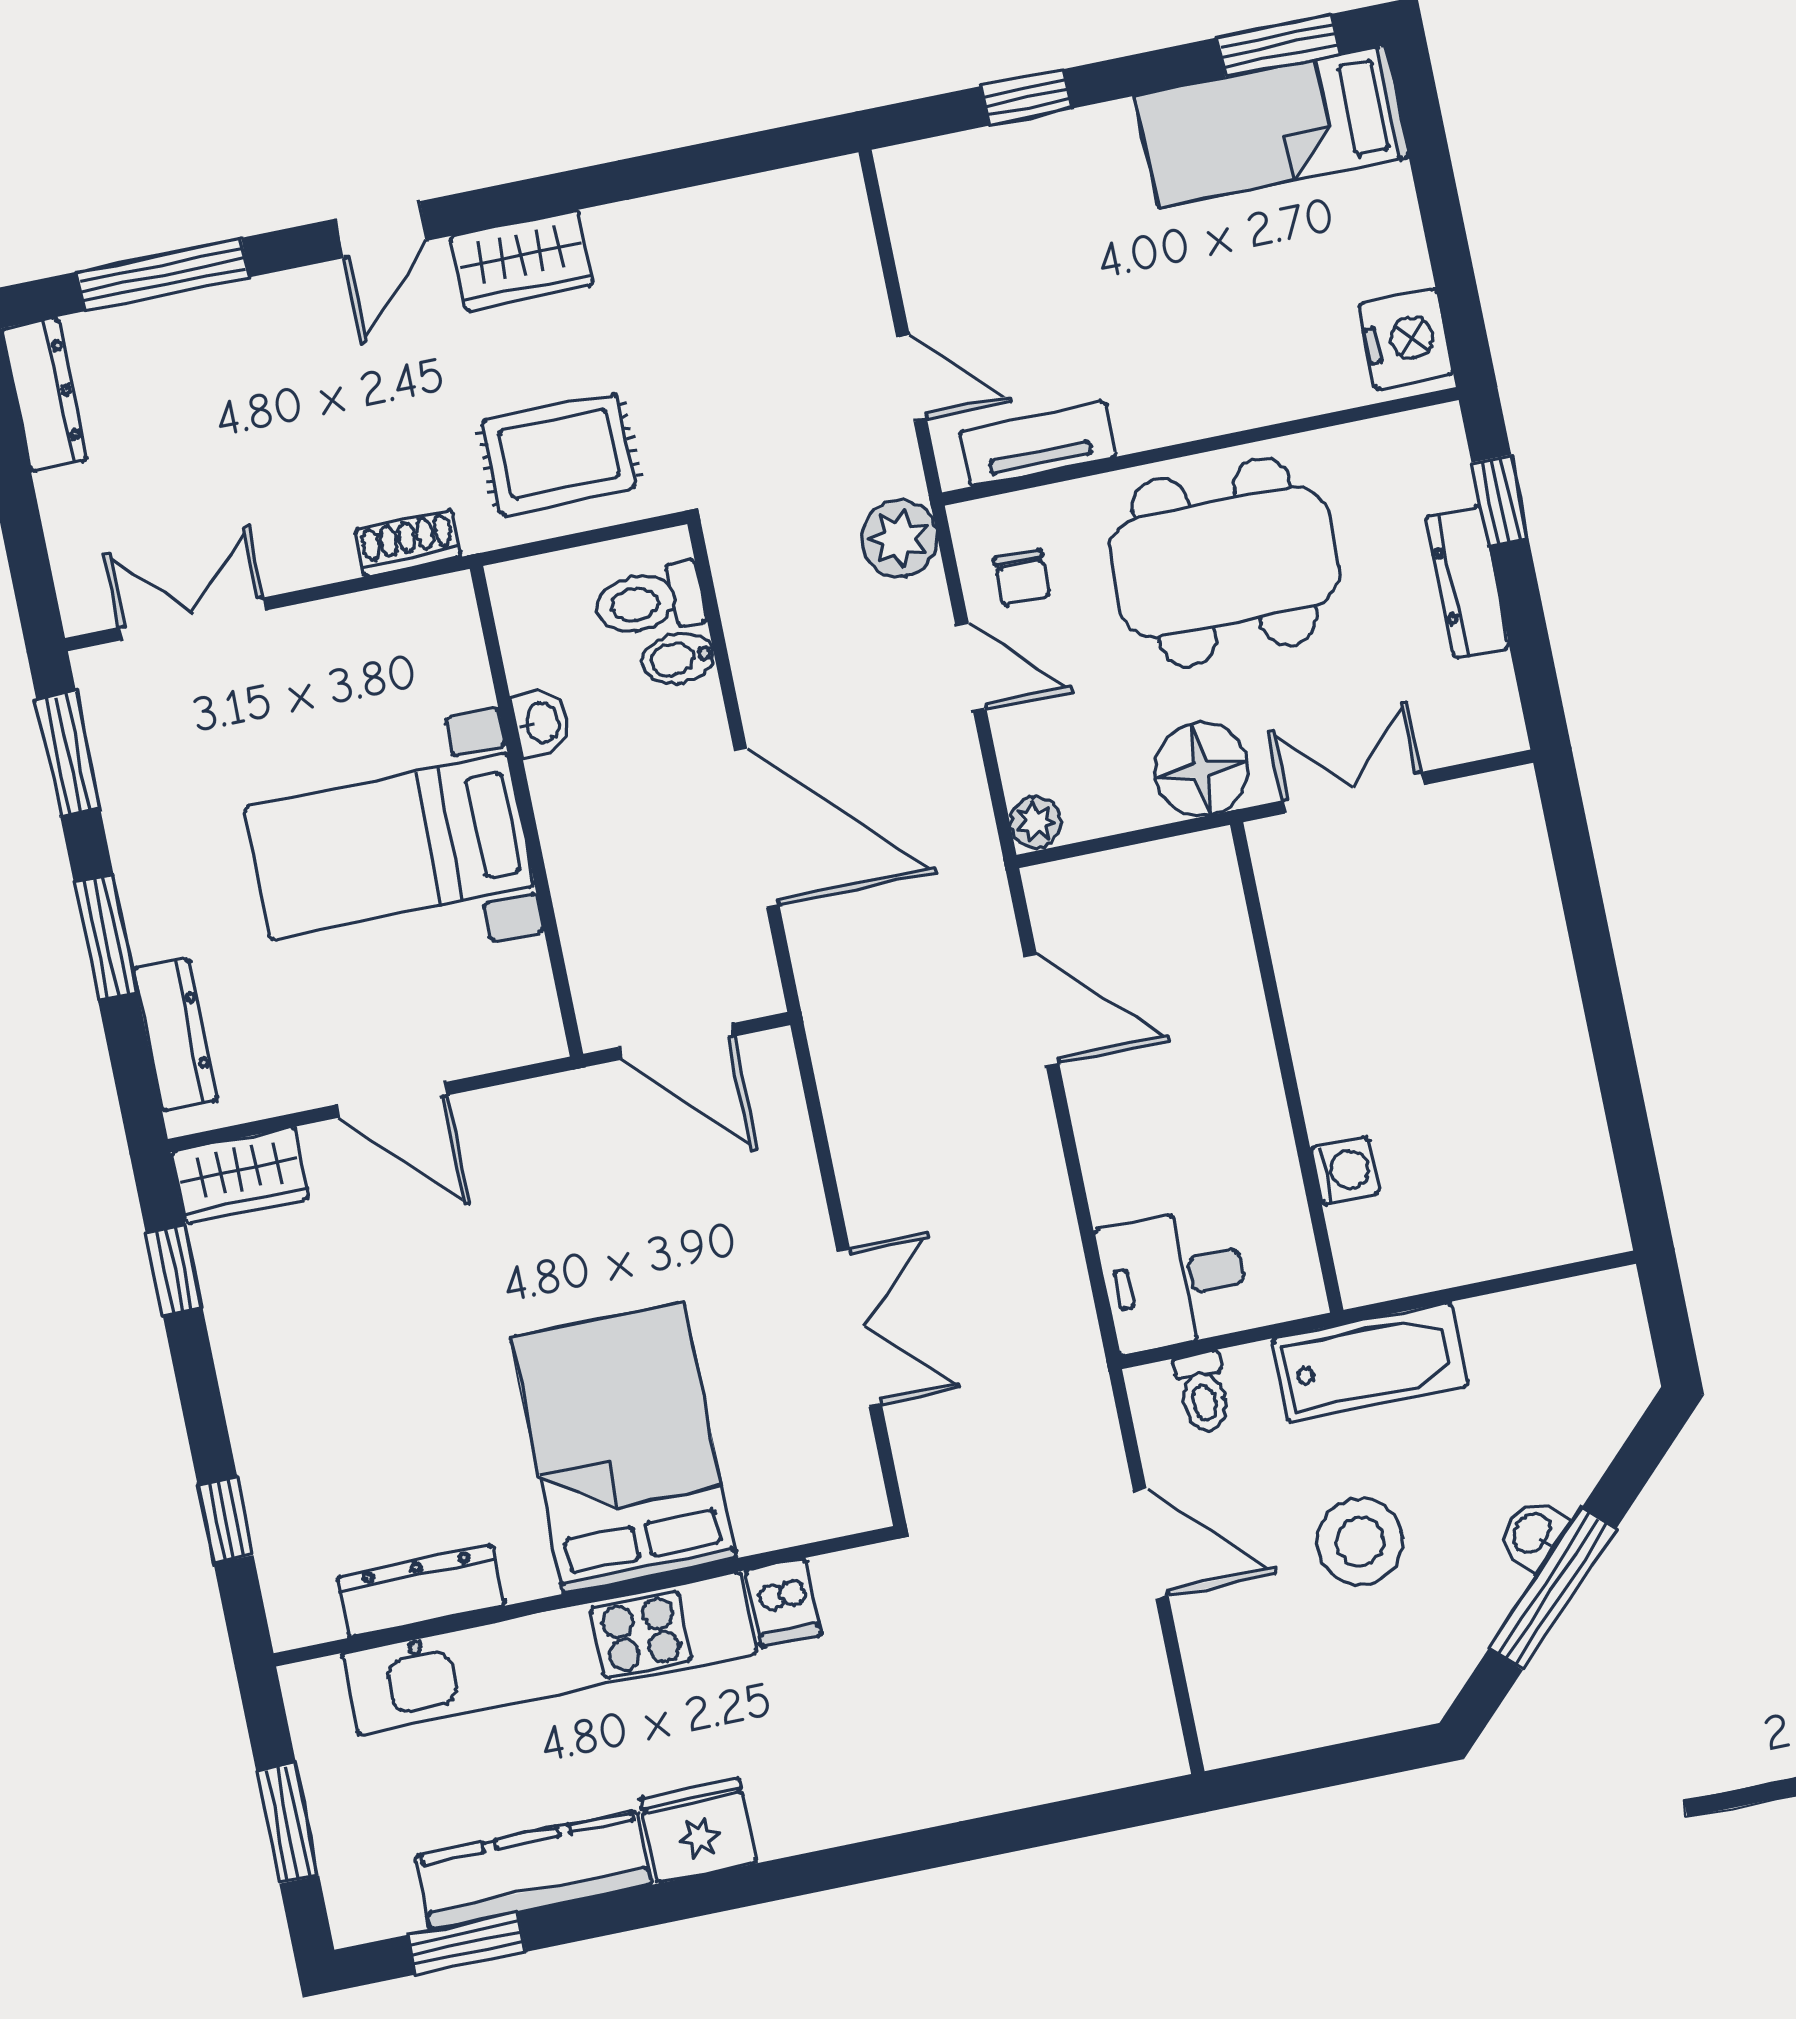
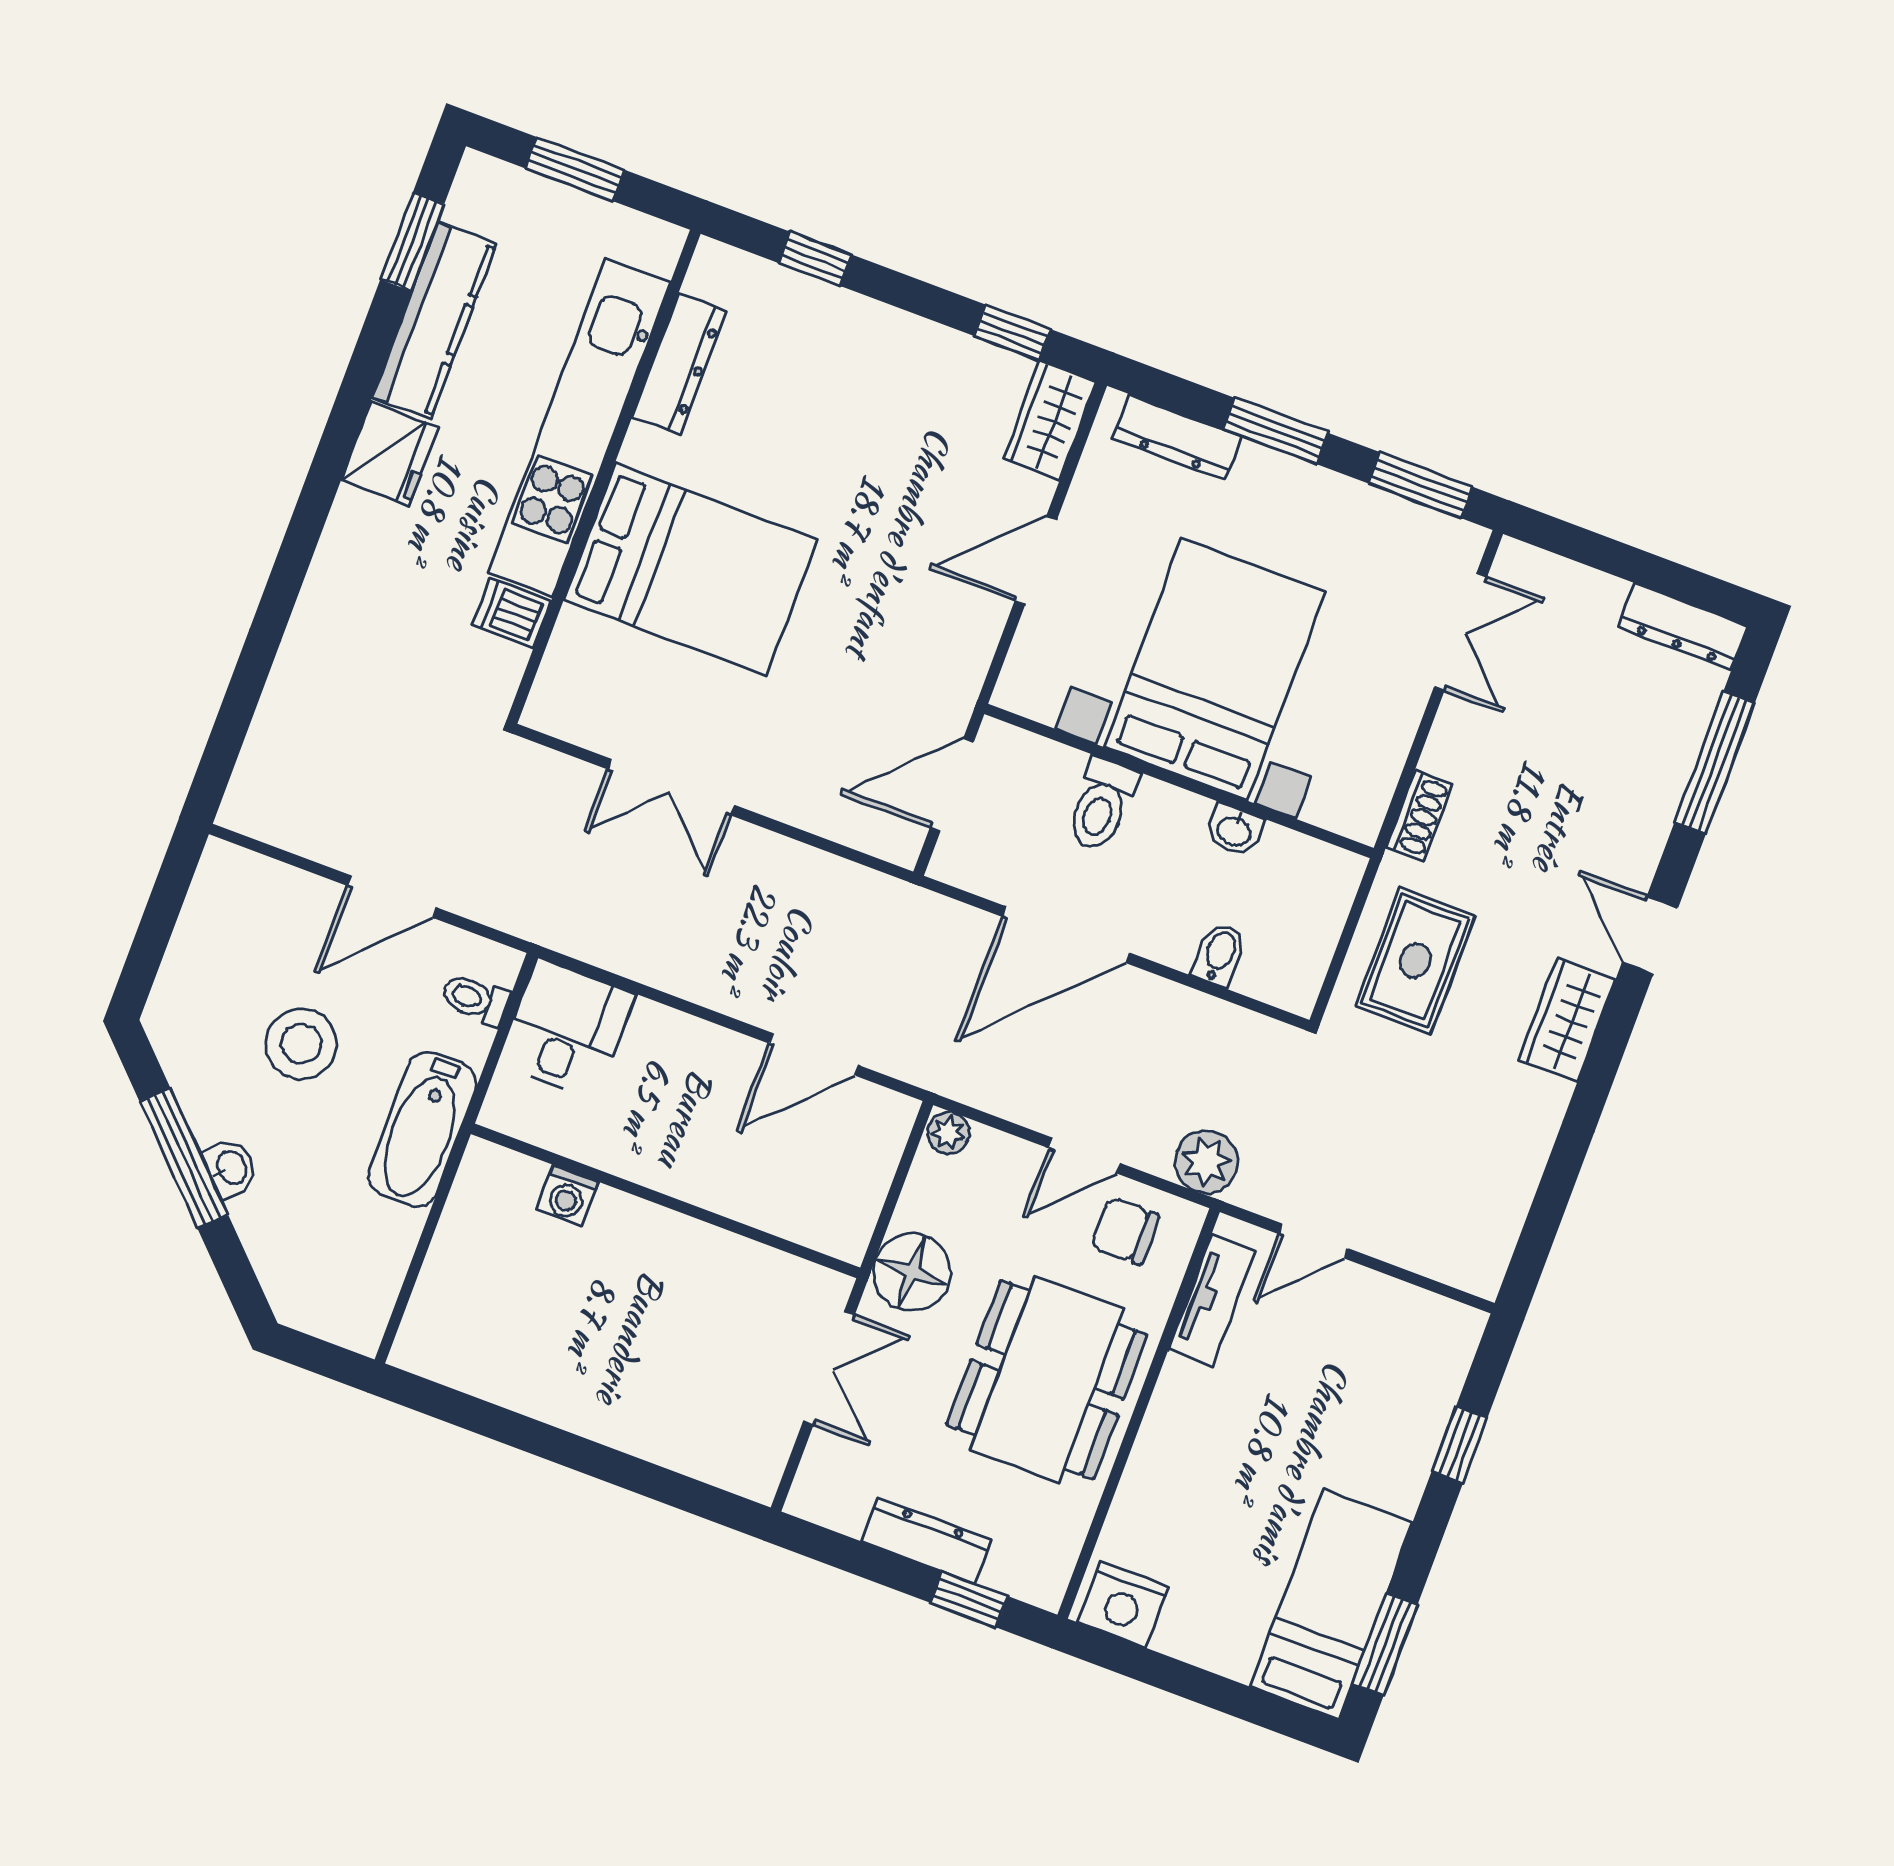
chair: (1022, 577) -> (1125, 1231), width x1.37, depth x1.37
toilet: (649, 601) -> (1102, 805), moved, turned 180
bed with nightstands: (389, 846) -> (1215, 669), width x1.36

